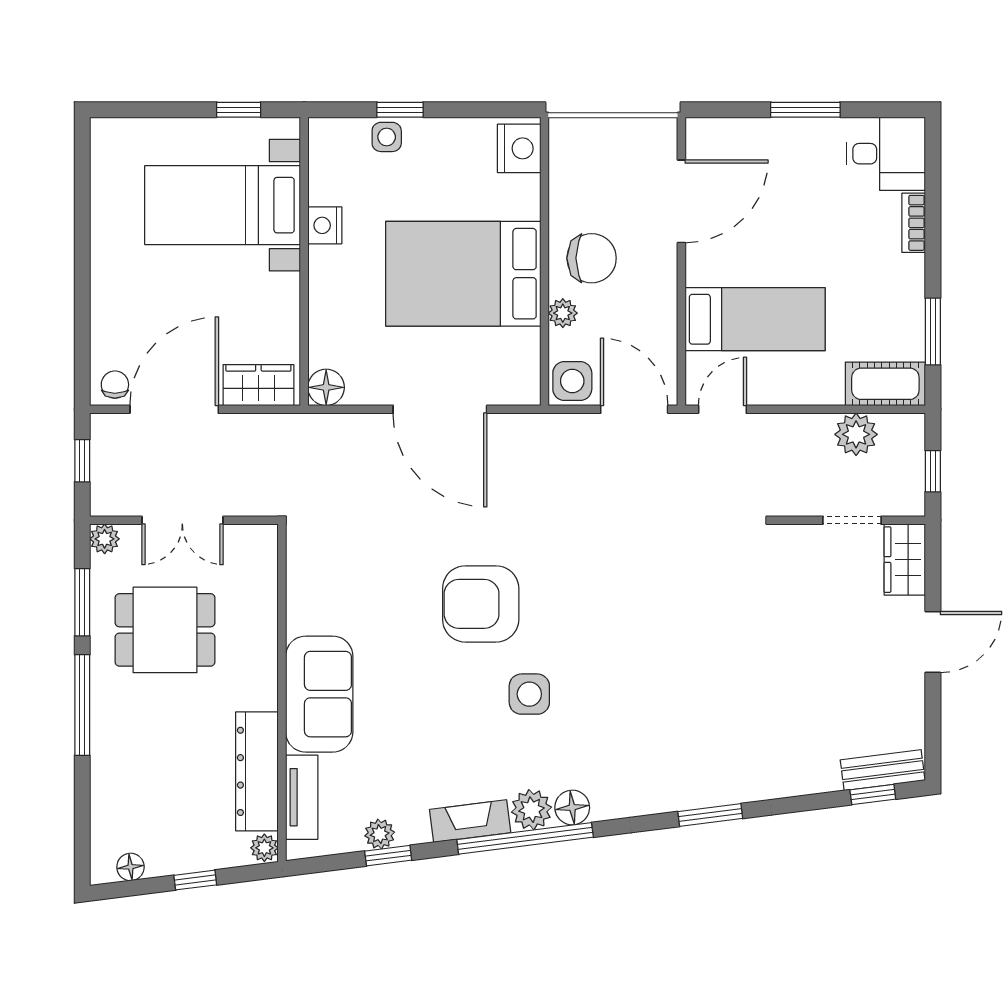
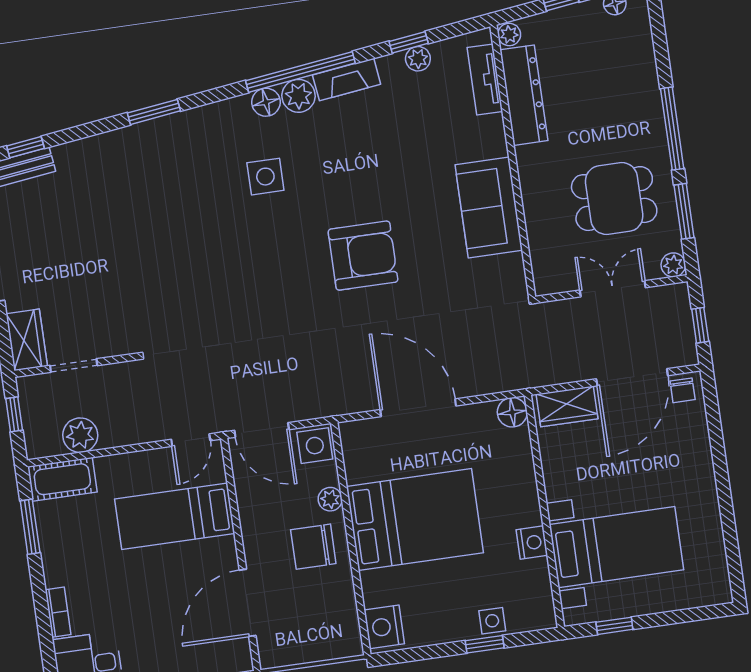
sofa: (319, 694) -> (489, 208), moved
side table: (529, 694) -> (265, 177), moved

